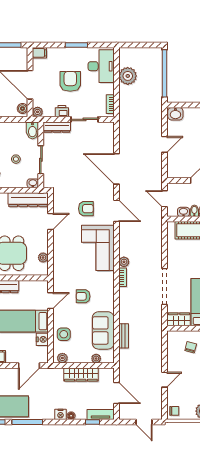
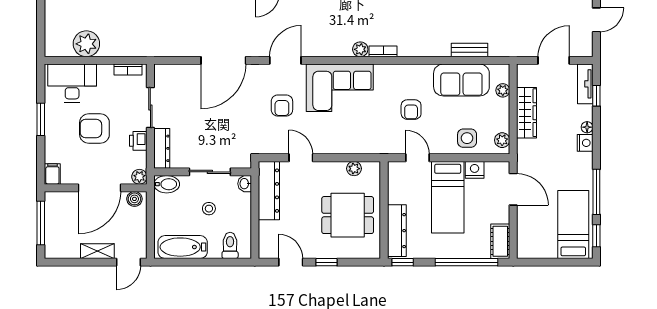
armchair: (86, 209) -> (282, 105), turned 180

